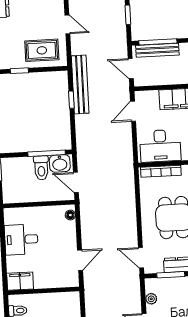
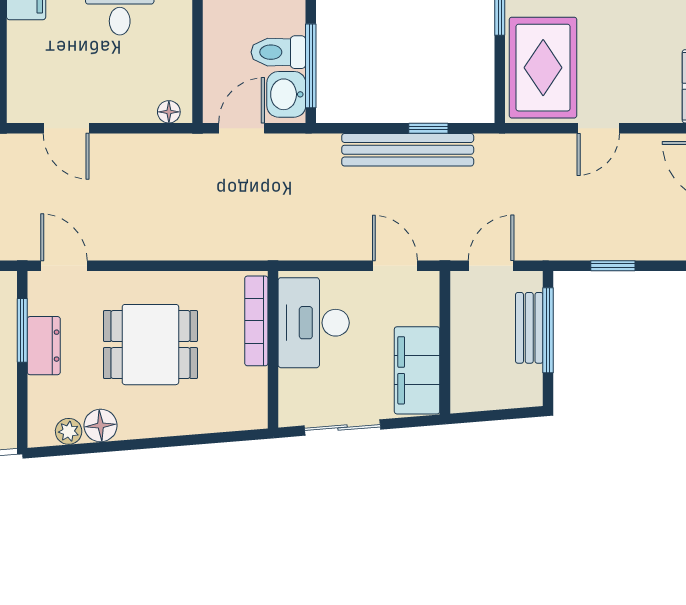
rug: (42, 50) -> (543, 68), width x1.36, depth x1.43
bench: (157, 50) -> (529, 328), width x0.73
bench: (80, 84) -> (408, 150), moved
door: (141, 258) -> (64, 266), hinge flipped

